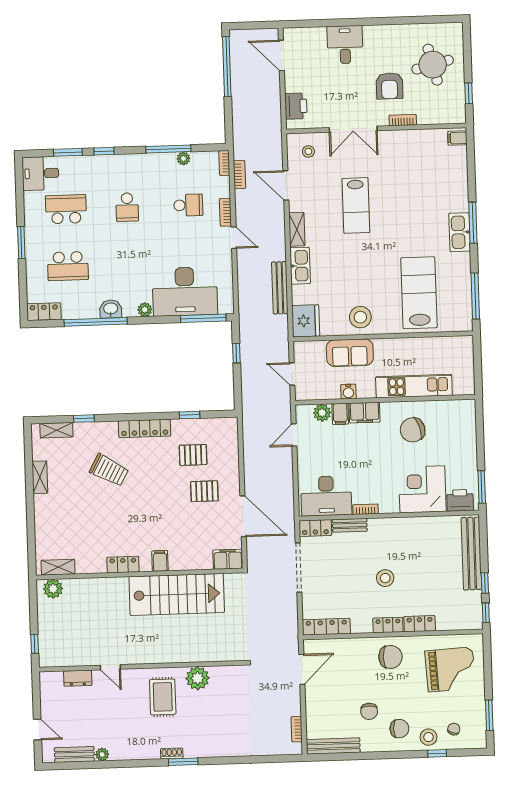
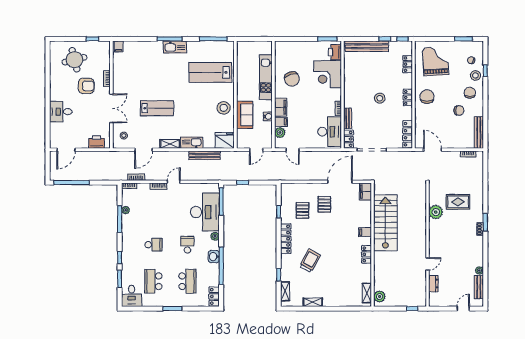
school desk: (188, 205) -> (187, 245), moved
locker: (420, 624) -> (408, 64), moved
rug: (163, 697) -> (458, 202), moved

